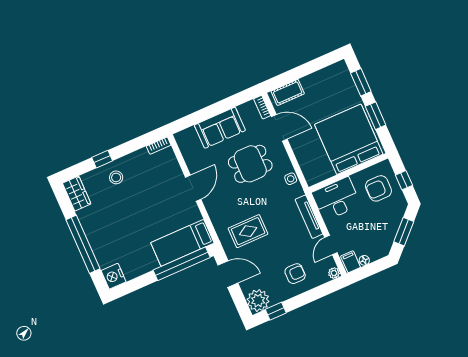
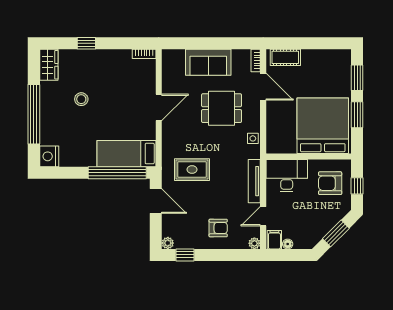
stool: (116, 177) -> (81, 99), moved
plant: (258, 300) -> (168, 243), width x0.53, depth x0.53

